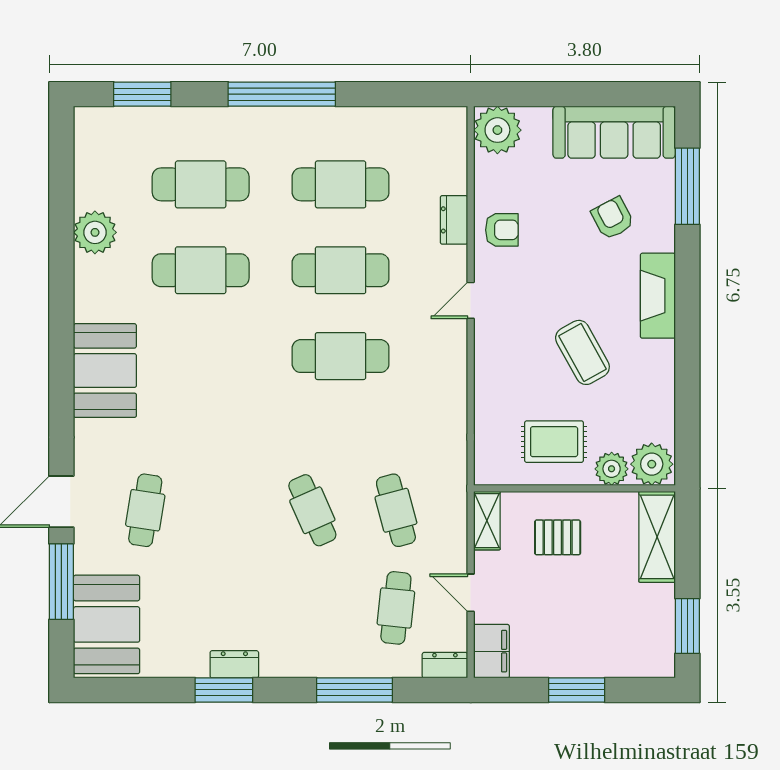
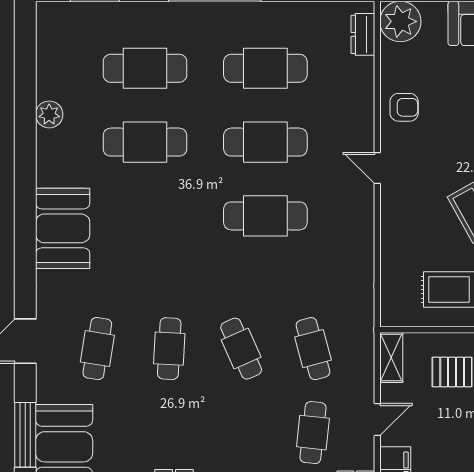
dresser: (454, 220) -> (363, 34), moved
plant: (95, 232) -> (49, 114), width x0.73, depth x0.73
door: (471, 300) -> (377, 168), hinge flipped
cafe table: (229, 510) -> (169, 349), added
window: (61, 582) -> (25, 435), moved
door: (471, 593) -> (377, 419), swing flipped

